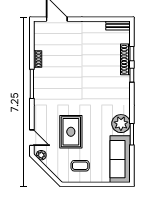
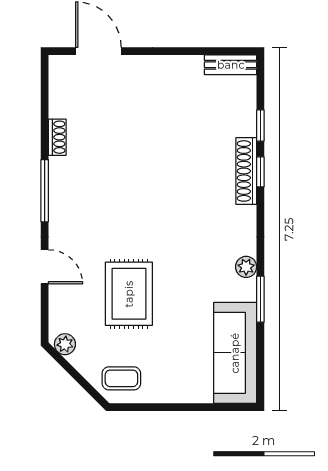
shoe rack: (125, 59) -> (246, 171), moved
plant: (121, 124) -> (246, 267), width x0.53, depth x0.53
door: (32, 138) -> (45, 267), moved
coffee table: (80, 166) -> (121, 378), moved

